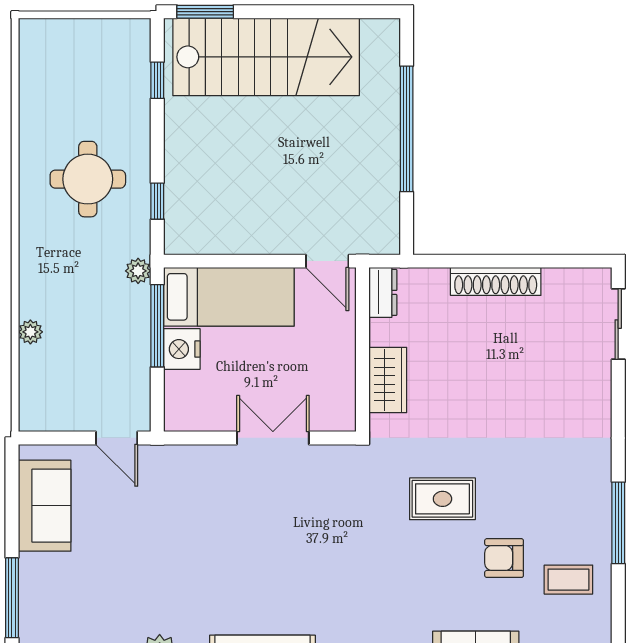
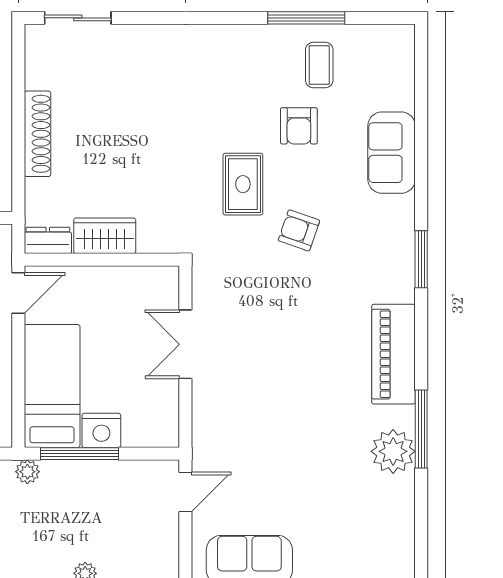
wardrobe: (388, 380) -> (105, 236), moved
window: (618, 523) -> (306, 18), moved
armchair: (393, 558) -> (299, 230), added

